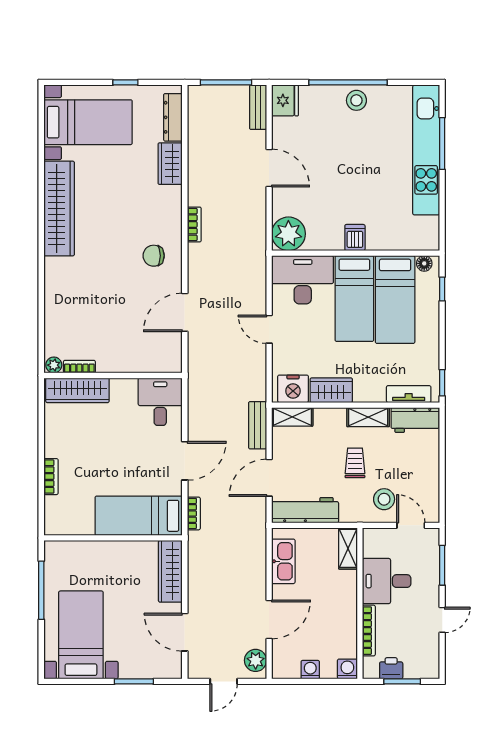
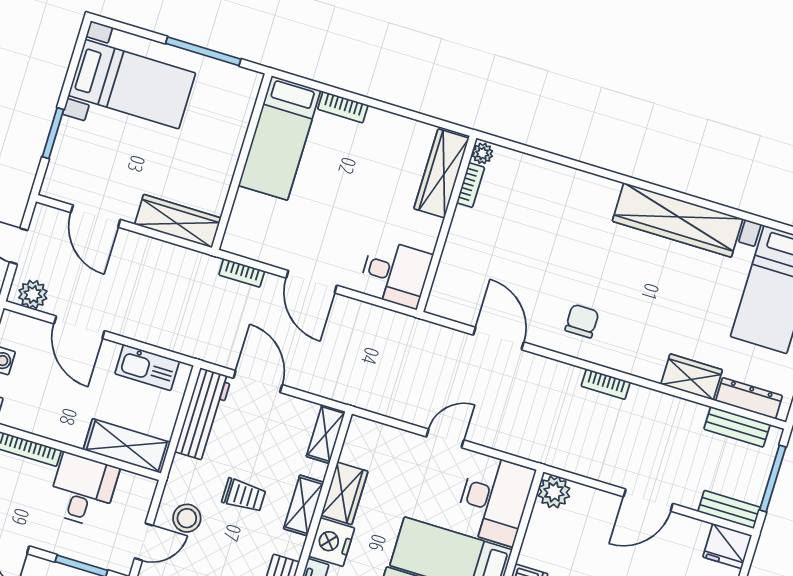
plant: (288, 234) -> (554, 492), width x0.73, depth x0.73
nightstand: (293, 389) -> (332, 542), moved
shelving: (368, 417) -> (304, 505), moved
bench: (258, 425) -> (737, 427), moved
bed: (139, 516) -> (279, 138), moved, turned 180
shelving: (348, 548) -> (127, 446), width x1.50, depth x1.33
door: (185, 632) -> (96, 216), swing flipped

